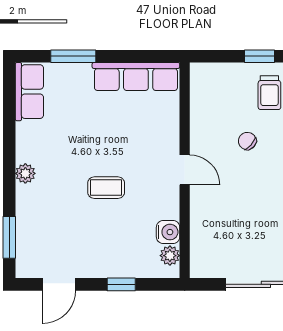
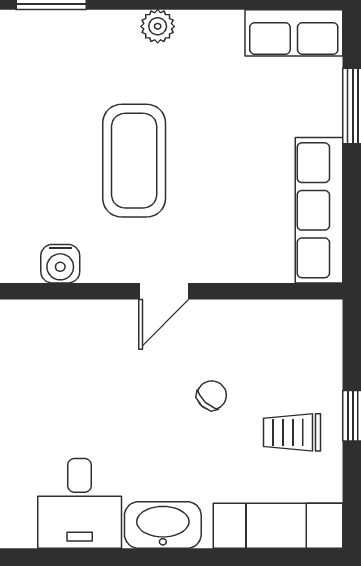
coffee table: (106, 188) -> (134, 161), width x1.86, depth x1.72
plant: (170, 256) -> (21, 267), removed

